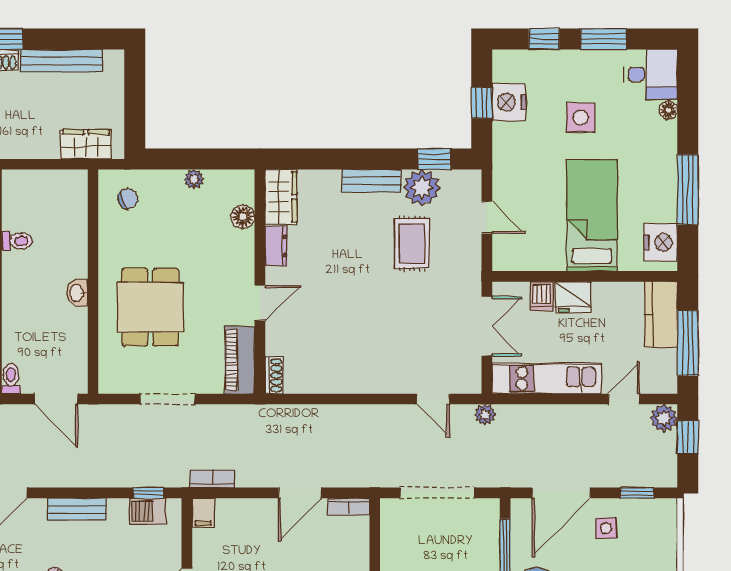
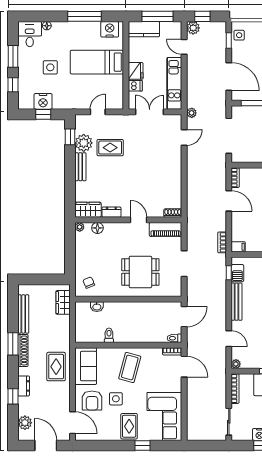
plant: (194, 179) -> (80, 227), moved
washbasin: (77, 293) -> (97, 307), moved
bench: (77, 509) -> (237, 302), width x1.36
side table: (606, 528) -> (239, 35), moved

